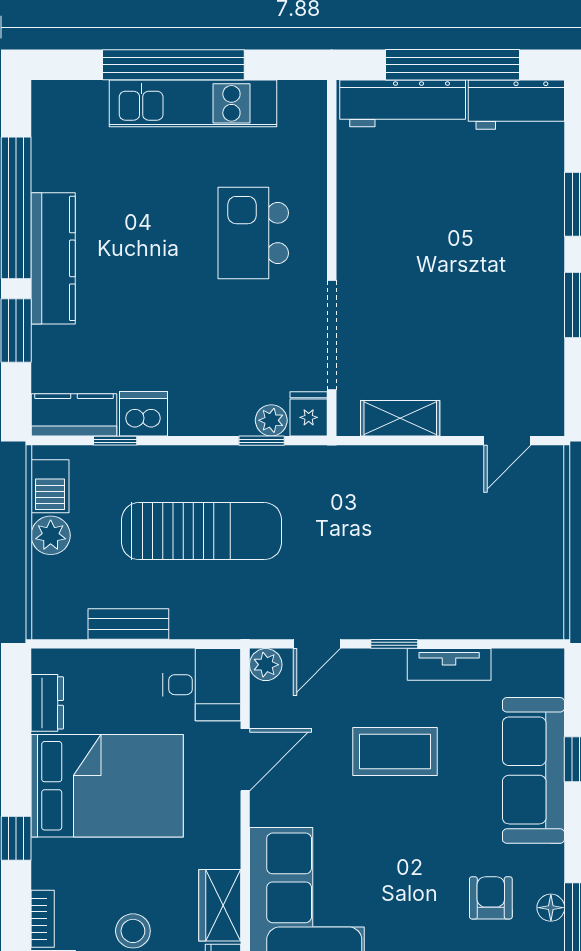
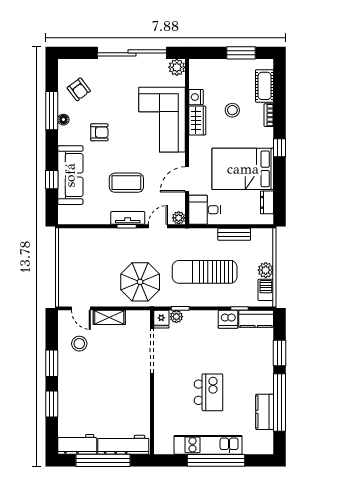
kitchen island: (253, 233) -> (208, 392), moved
kitchen counter: (53, 258) -> (265, 412), moved, width x0.67
stool: (512, 354) -> (79, 344), added
shelving: (400, 418) -> (109, 317), moved
door: (507, 441) -> (81, 308), swing flipped
parasol: (361, 506) -> (140, 282), added
tv unit: (449, 664) -> (128, 218), moved
armchair: (491, 898) -> (99, 132), moved, turned -90

